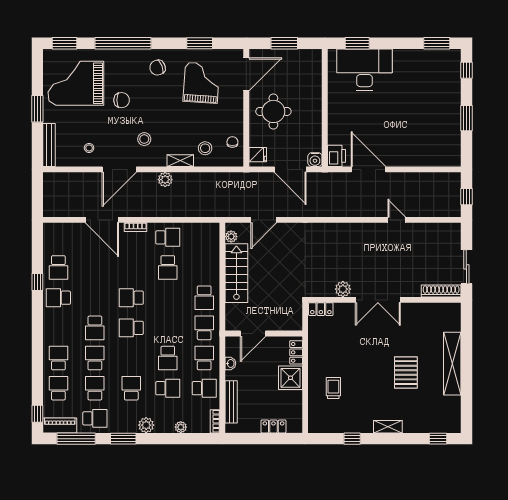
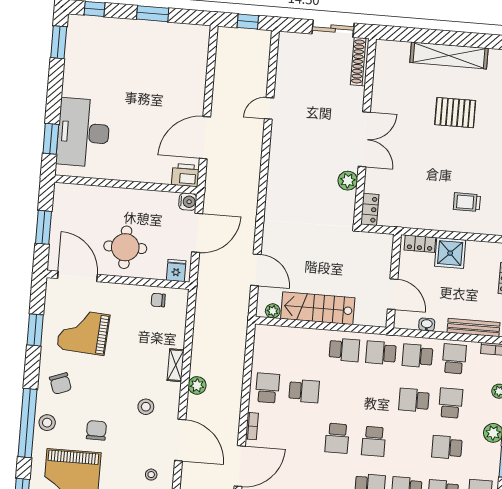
stool: (205, 148) -> (47, 423), moved
school desk: (168, 358) -> (414, 400), turned 180

